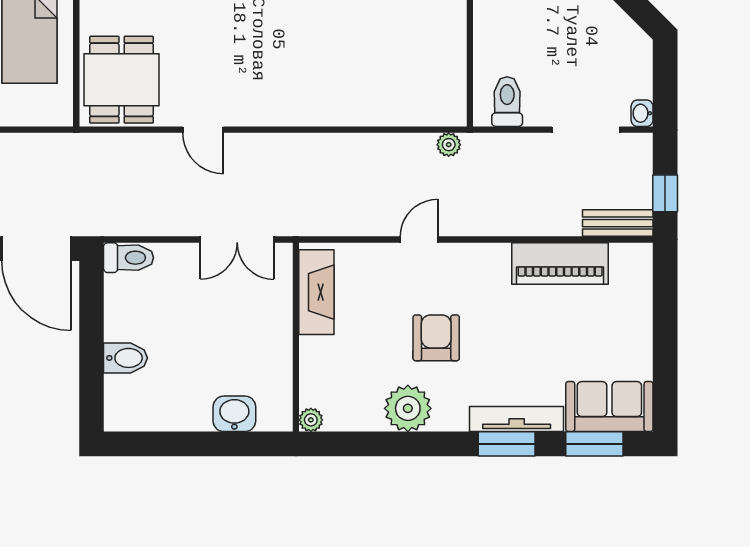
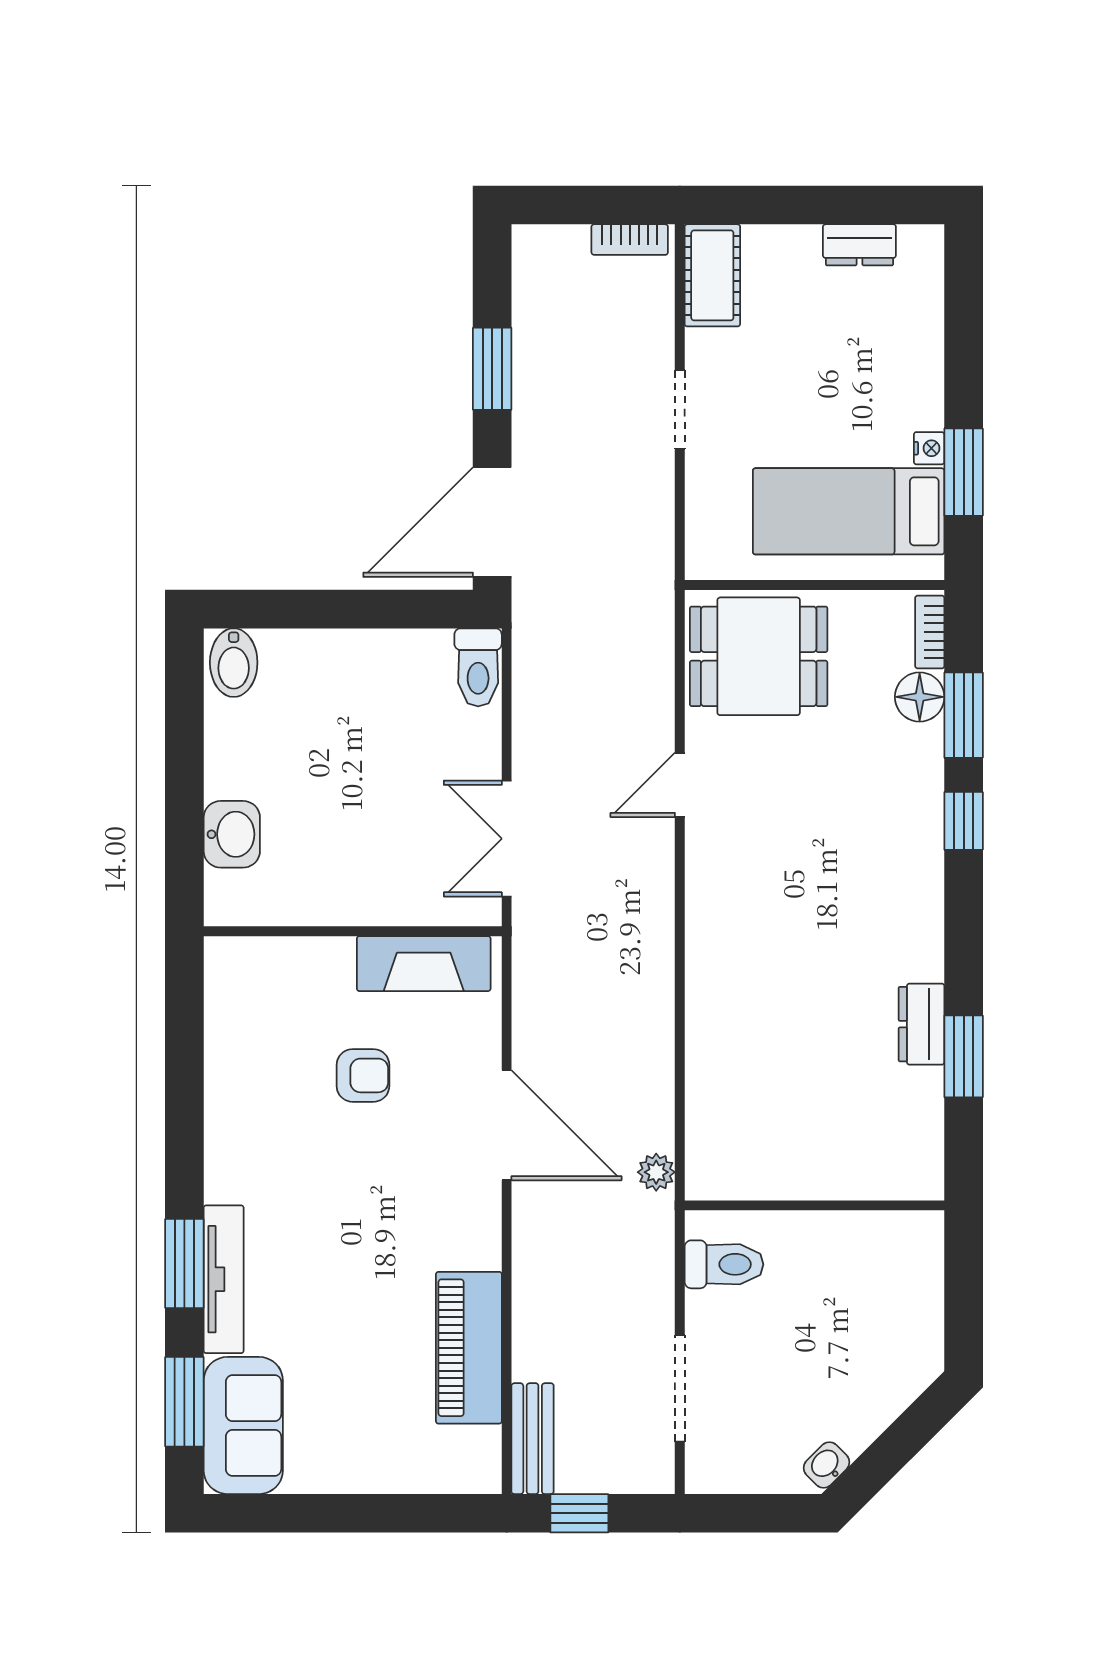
washbasin: (642, 113) -> (827, 1465), moved, turned -45
door: (419, 240) -> (507, 1125), width x1.87
armchair: (436, 338) -> (363, 1075), moved, width x0.72, depth x0.72
bidet: (125, 358) -> (234, 663), moved
plant: (408, 408) -> (240, 1108), removed
plant: (311, 420) -> (222, 955), removed

